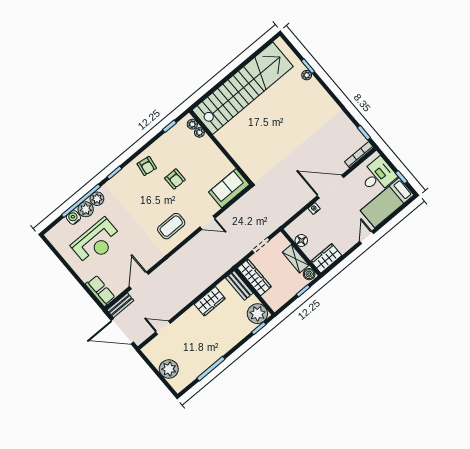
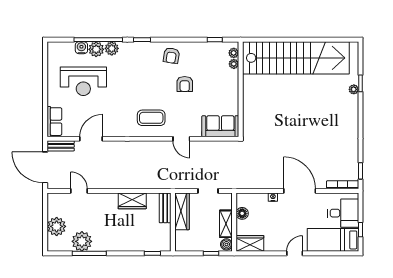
plant: (257, 314) -> (82, 241), moved

